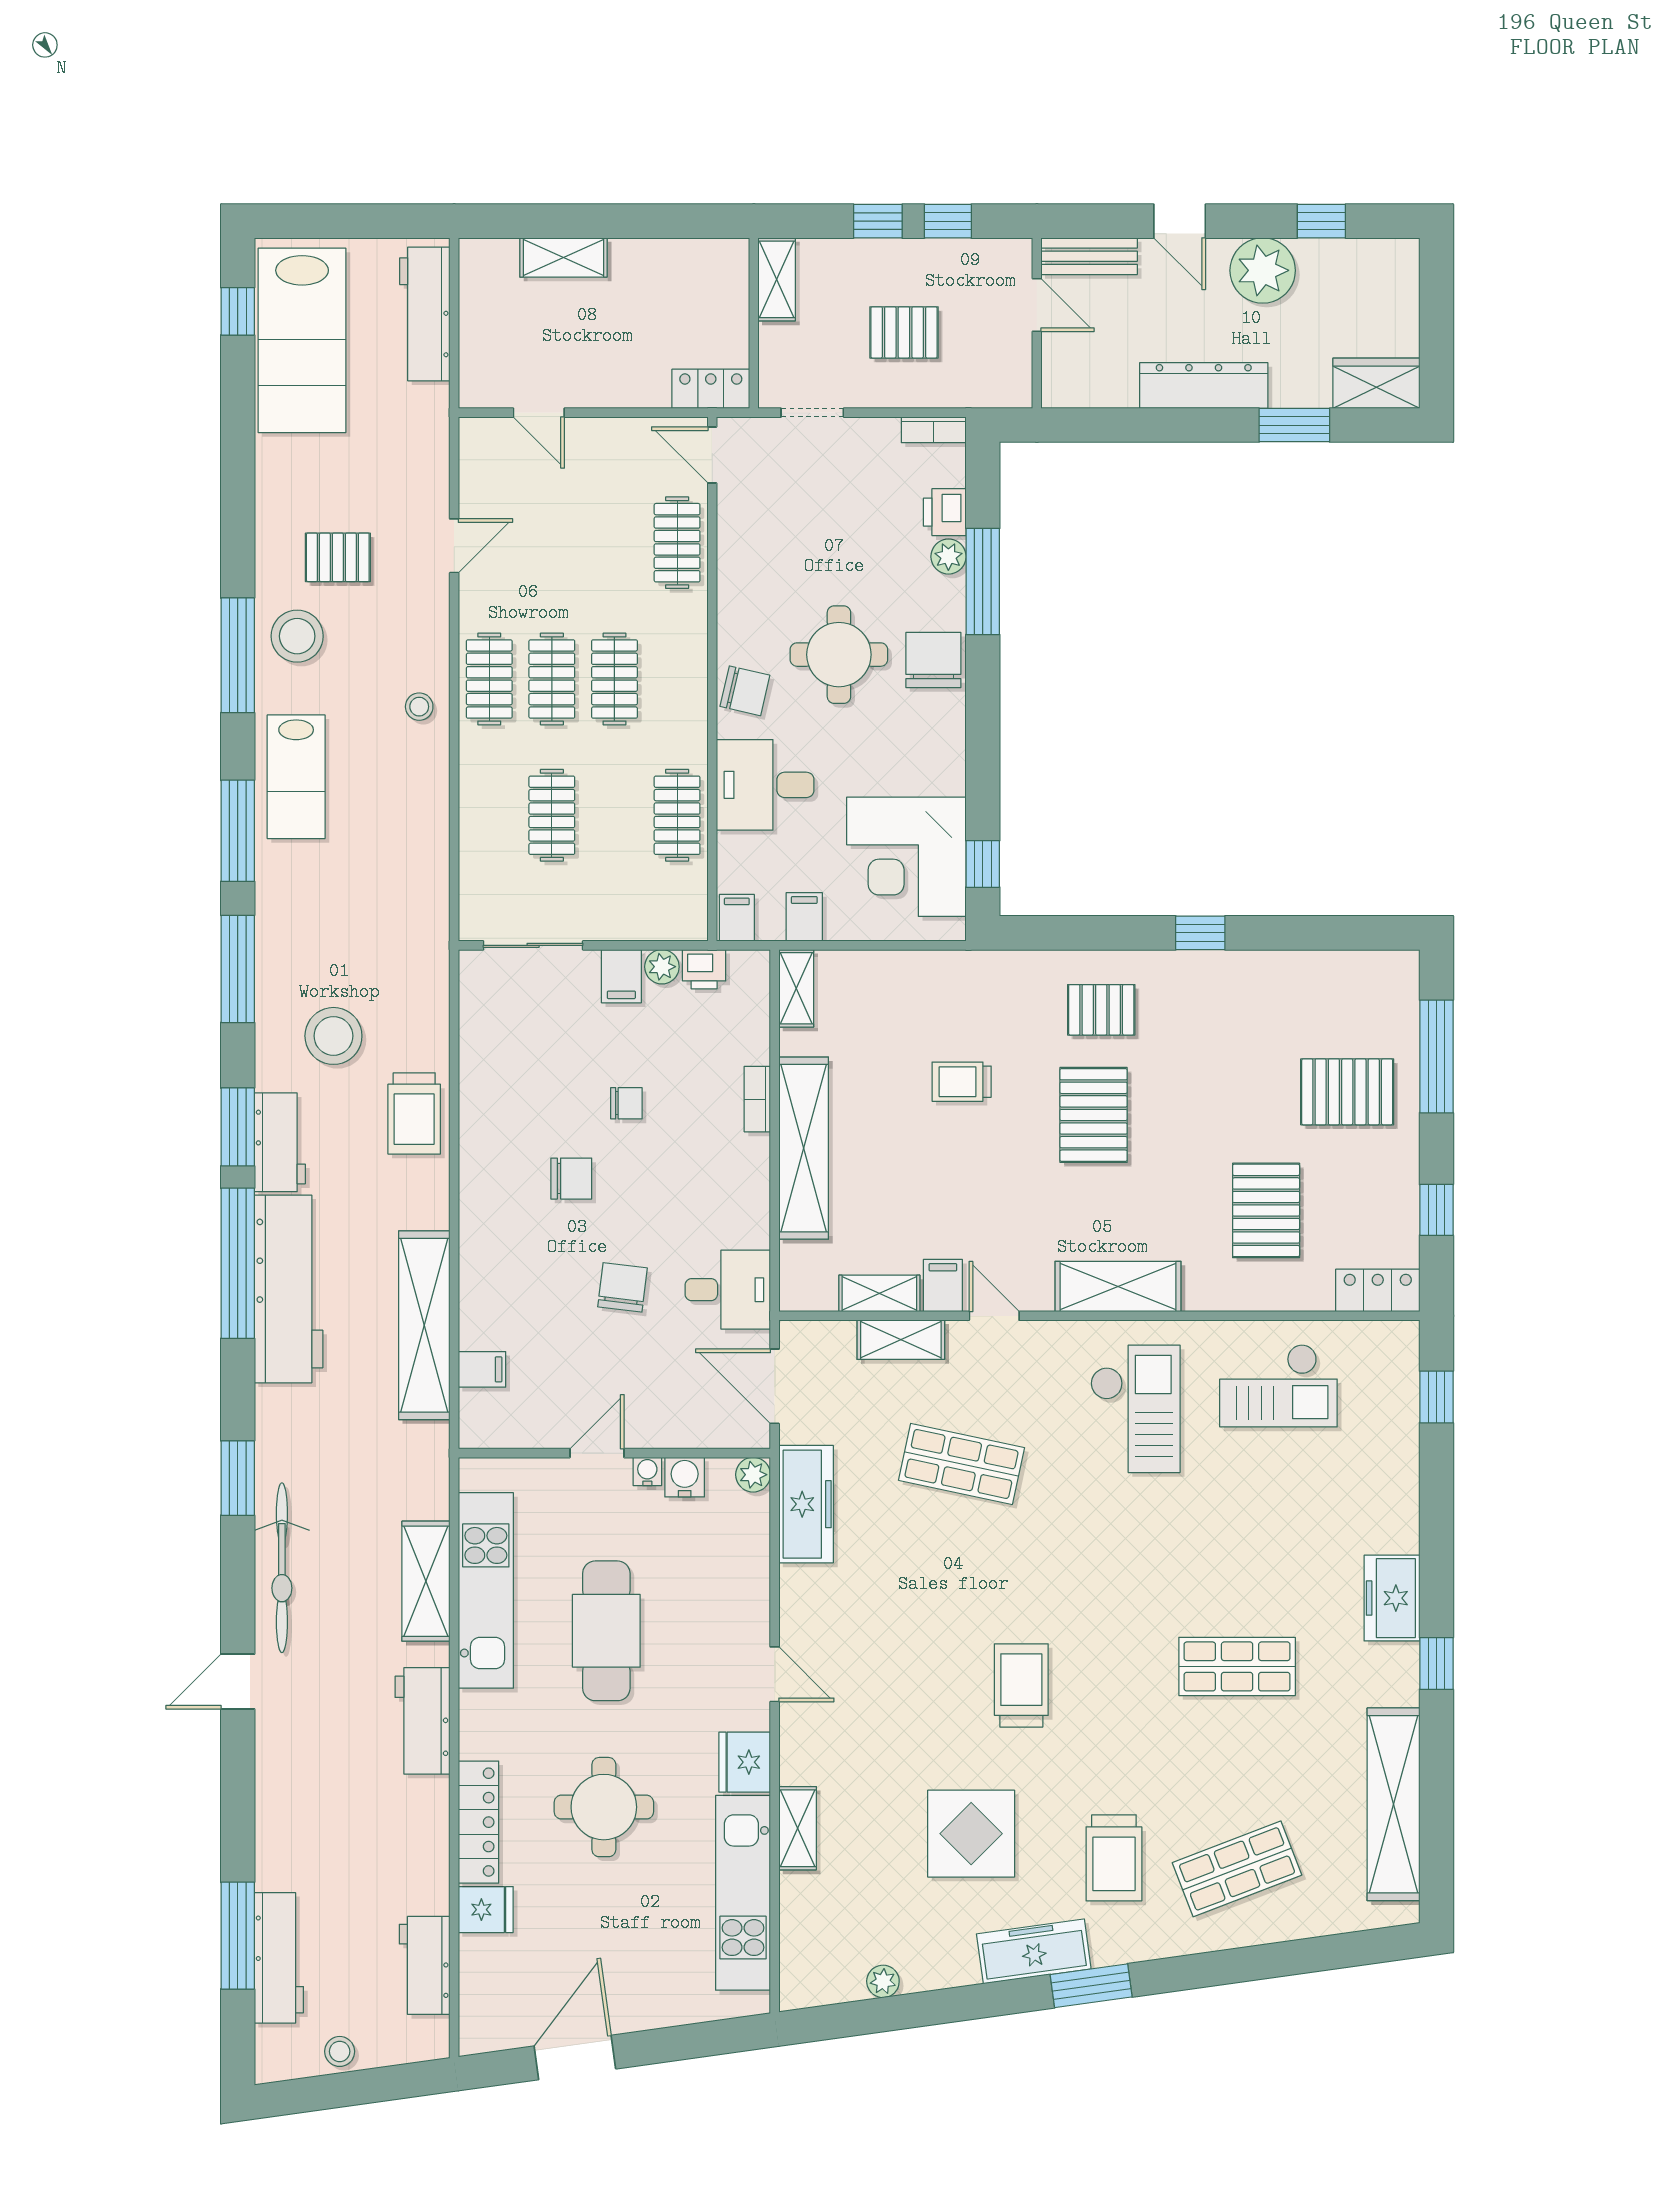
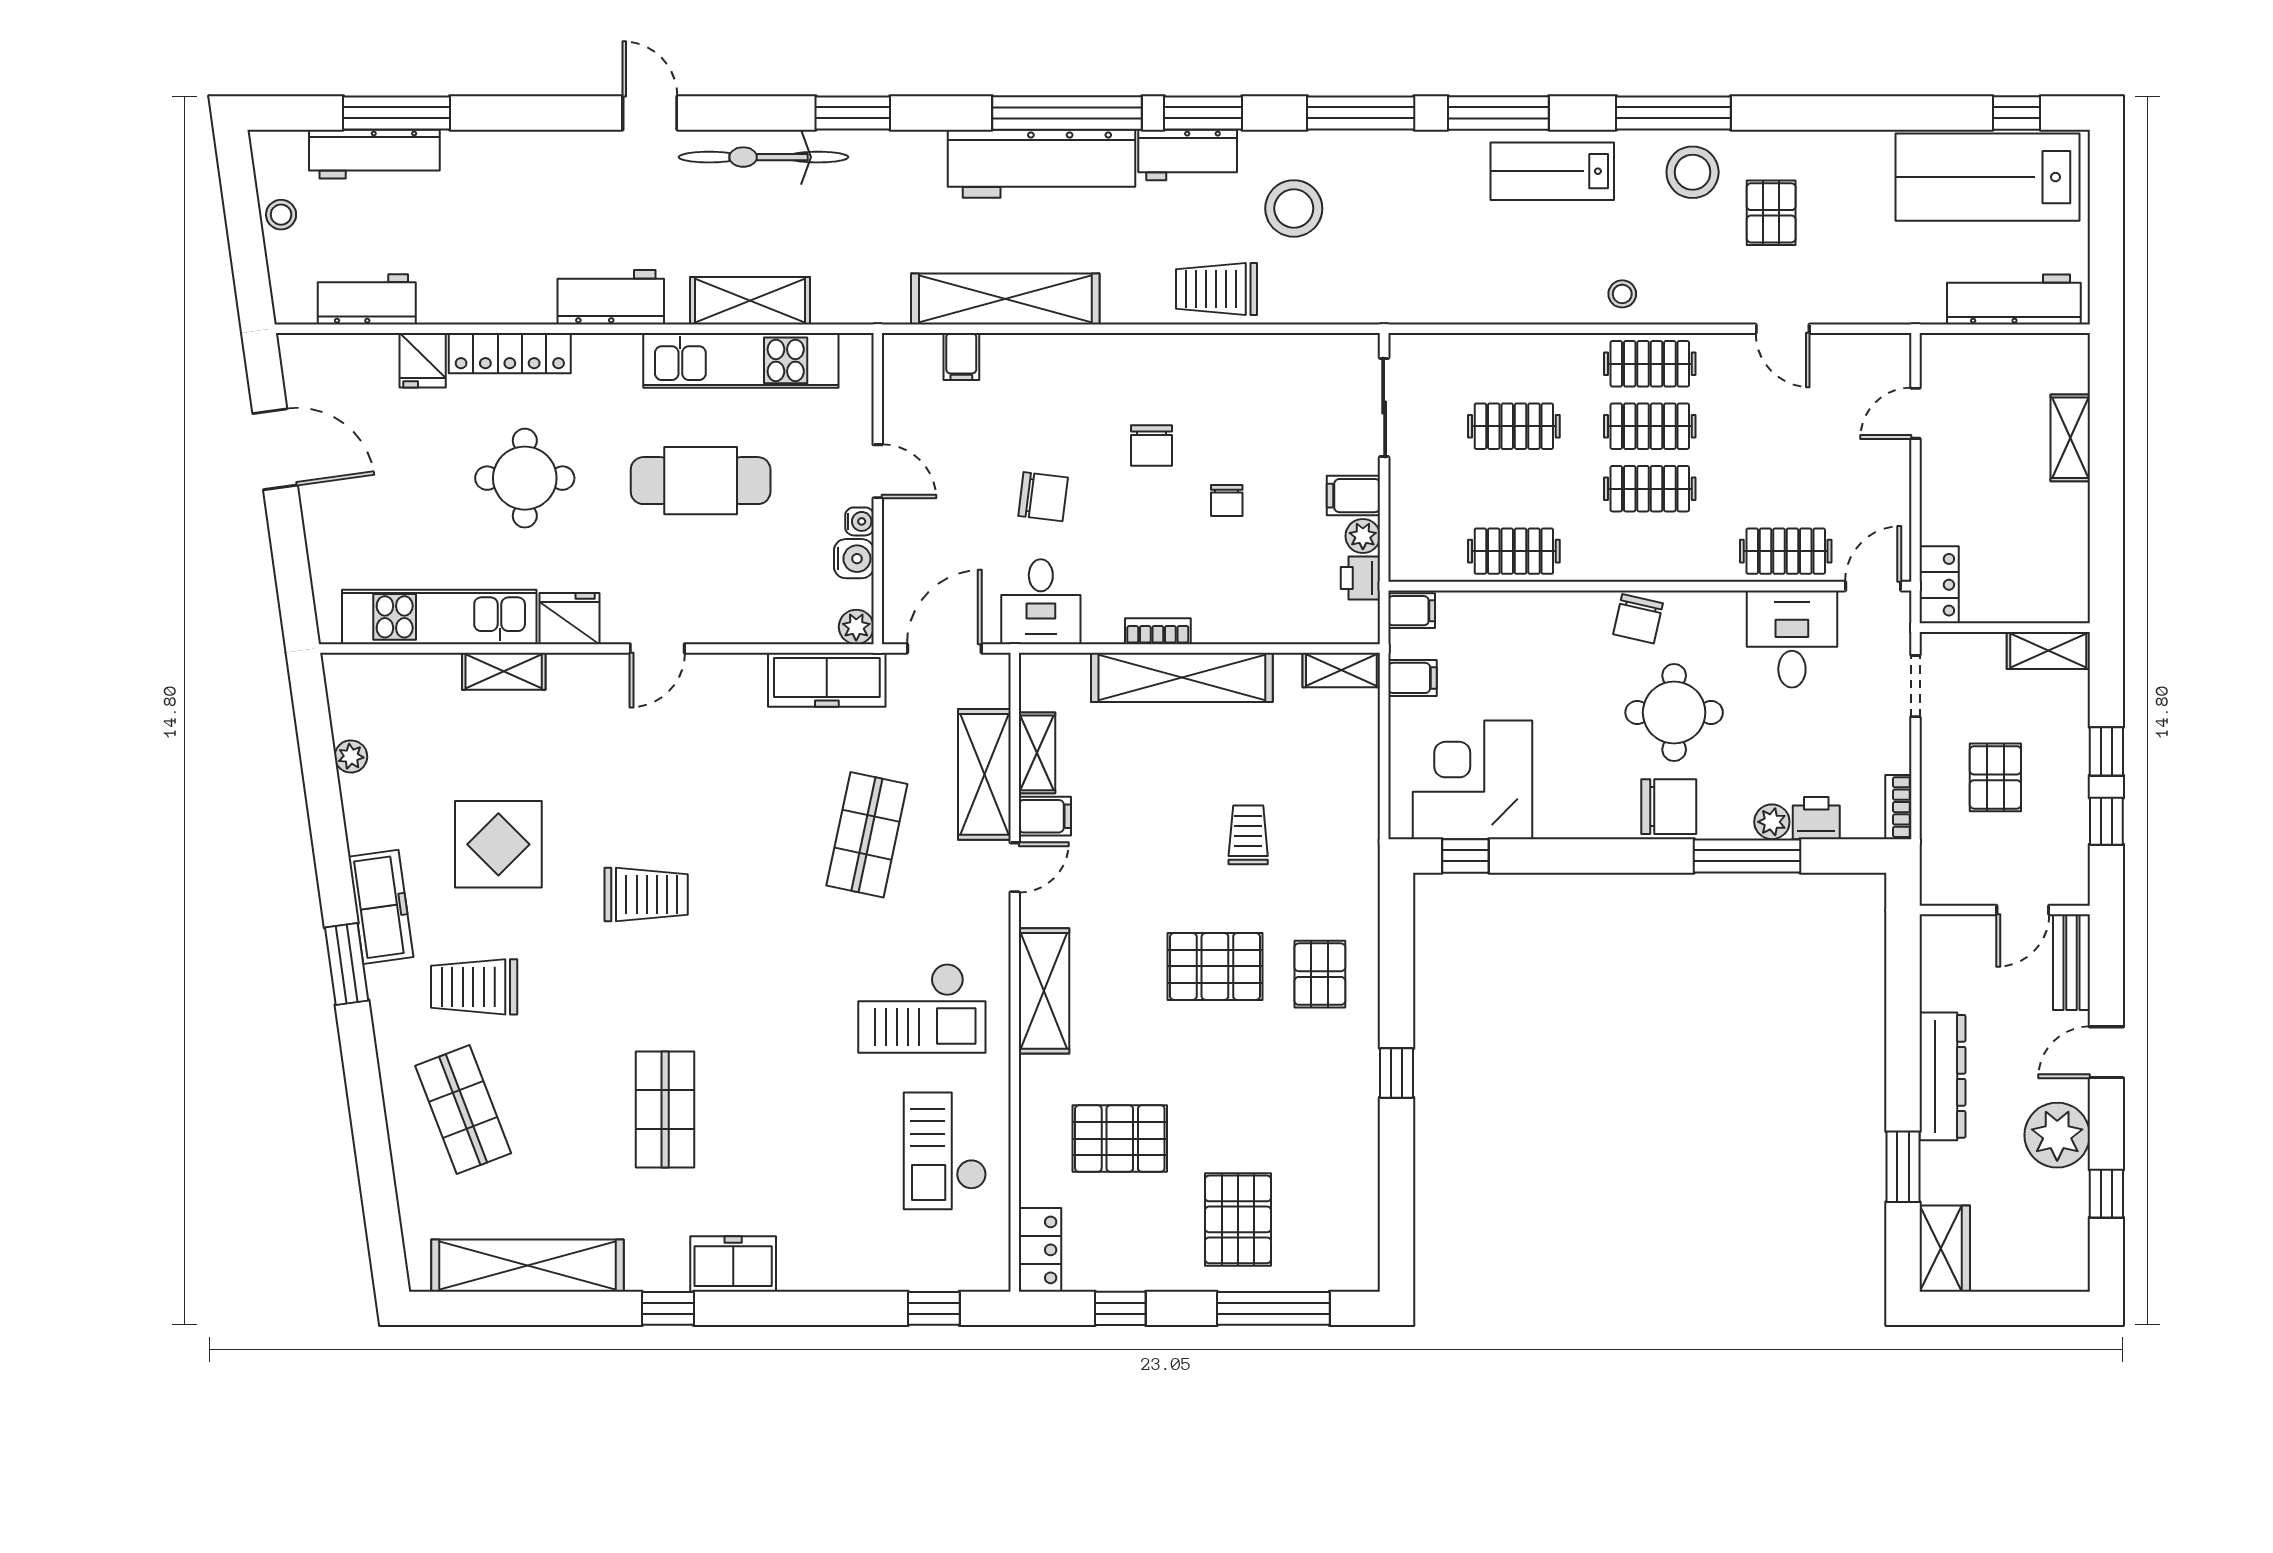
desk: (765, 785) -> (1792, 639), moved
bookcase: (757, 1099) -> (1158, 631), moved
shelving: (901, 1340) -> (984, 774), width x1.50, depth x1.33

